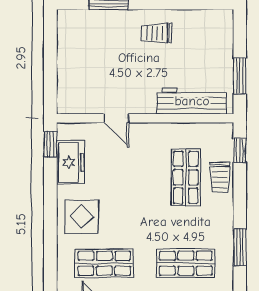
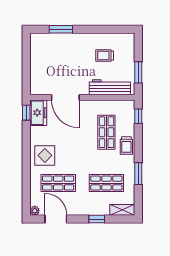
trolley: (156, 33) -> (105, 55), moved
door: (116, 118) -> (65, 97), width x1.88
freezer: (71, 162) -> (38, 113), moved
trolley: (220, 177) -> (126, 146), moved

